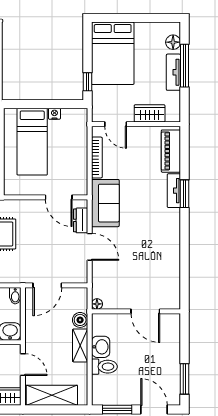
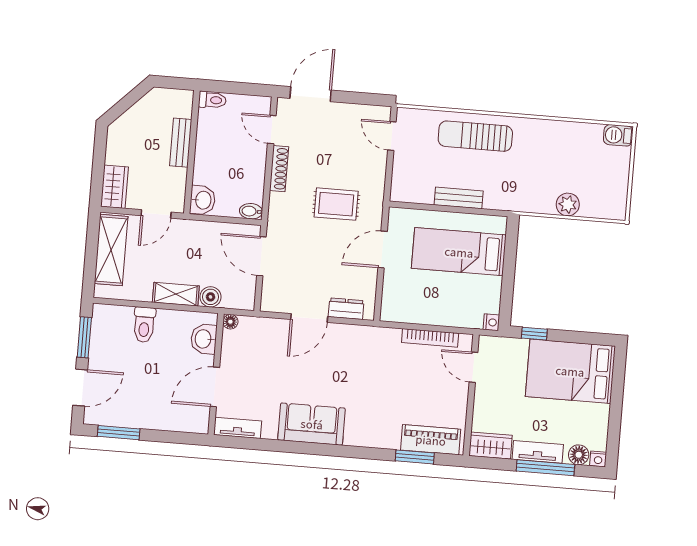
nightstand: (175, 28) -> (598, 459), added
wardrobe: (150, 113) -> (491, 445), moved, turned -90
nightstand: (54, 114) -> (491, 322), moved
door: (116, 124) -> (473, 367), hinge flipped
tv unit: (174, 191) -> (238, 428), moved
window: (184, 194) -> (415, 457), moved
door: (59, 197) -> (383, 249), moved
sofa: (105, 203) -> (312, 424), moved, turned 180
washbasin: (101, 347) -> (204, 339), moved, turned 90

